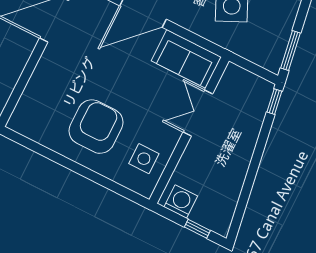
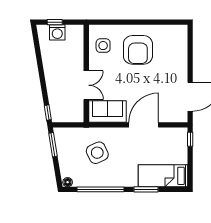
washing machine: (181, 201) -> (57, 32), moved

